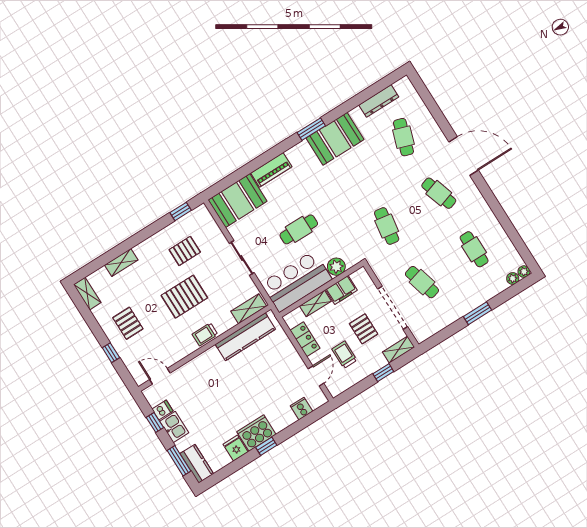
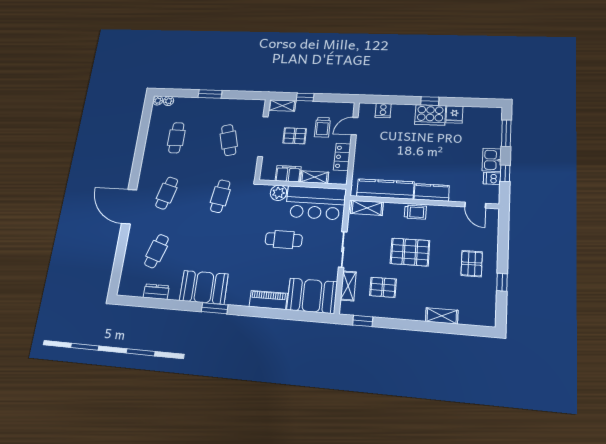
dresser: (379, 101) -> (156, 292), width x0.70
cafe table: (439, 193) -> (167, 193), turned 33
shelving: (87, 294) -> (348, 286), moved
pallet: (364, 329) -> (295, 136), turned 90
window: (111, 353) -> (502, 282), moved
kitchen counter: (197, 464) -> (432, 192), moved, turned 90

